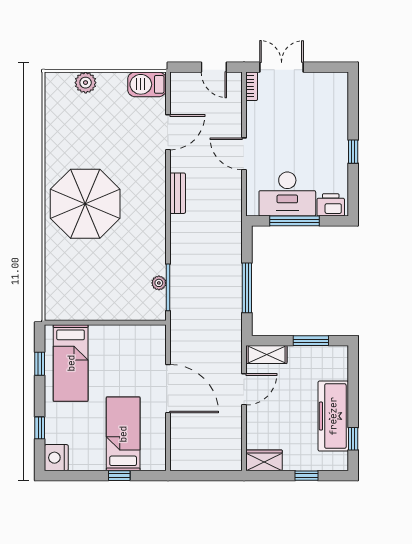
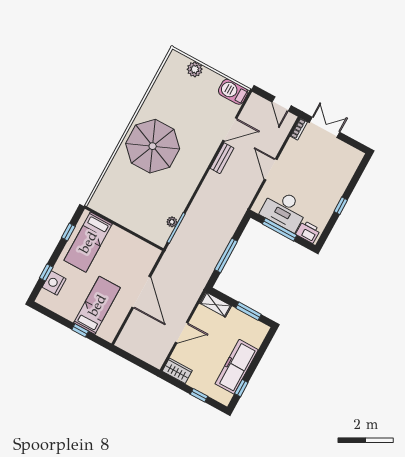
bench: (178, 193) -> (222, 158), moved
door: (244, 389) -> (182, 333), moved
nightstand: (56, 458) -> (54, 283), moved

